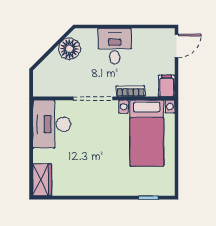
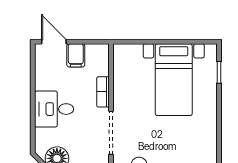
filing cabinet: (167, 86) -> (76, 55), moved, turned -90
bed with nightstands: (147, 133) -> (174, 80), moved, turned 90

